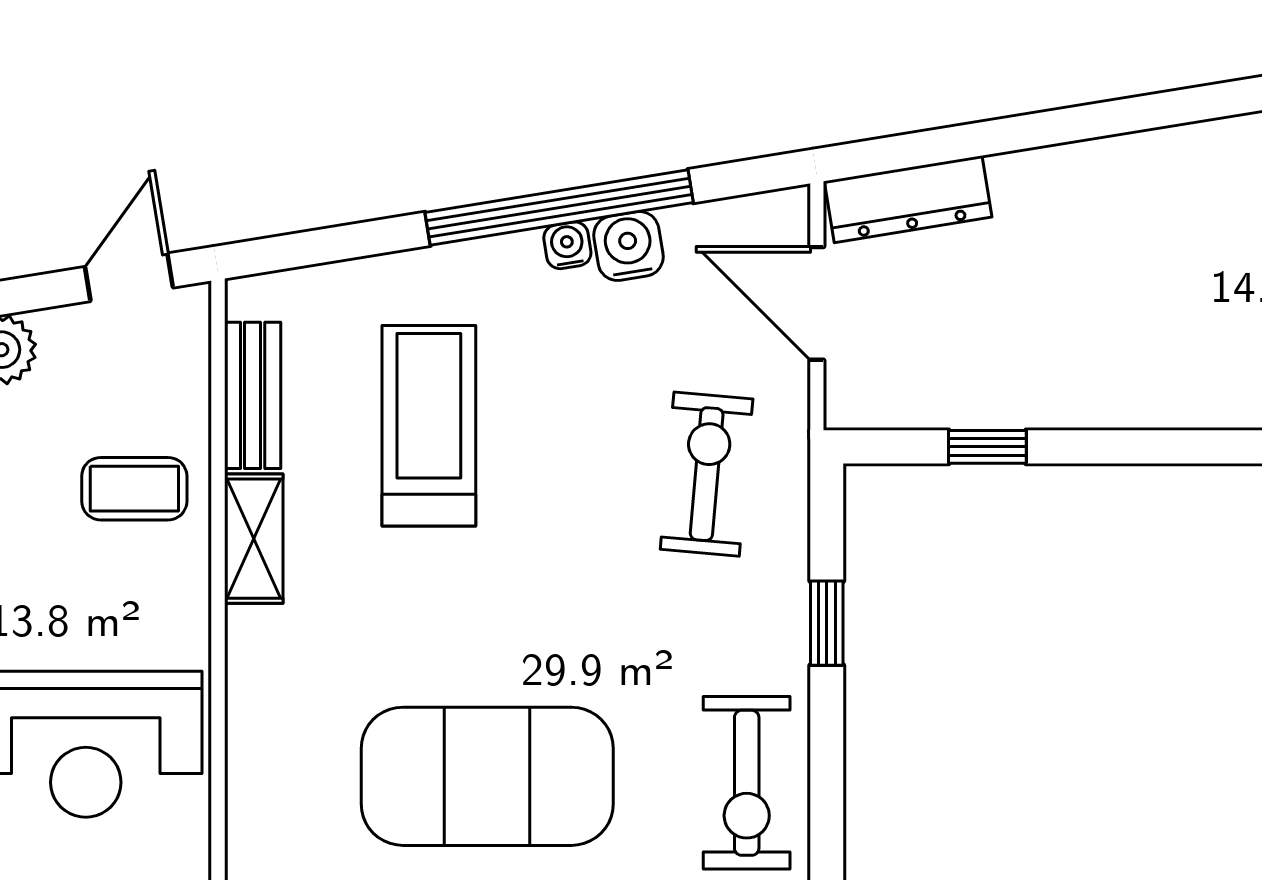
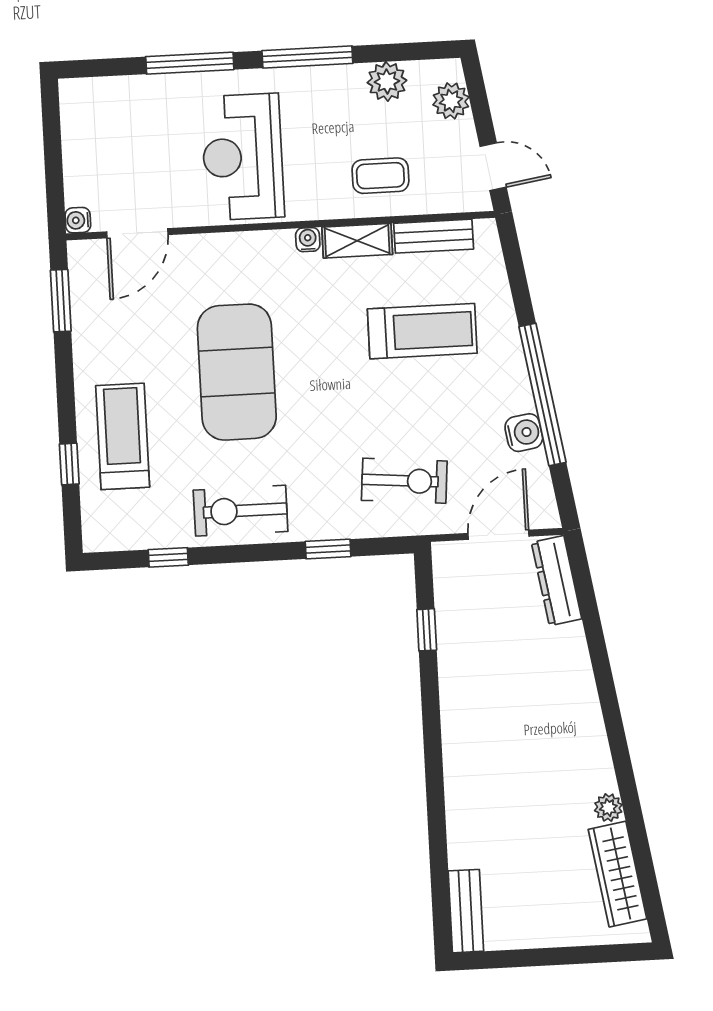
water cooler: (567, 245) -> (308, 240), moved, turned -81
coffee table: (134, 489) -> (380, 176), turned 90

